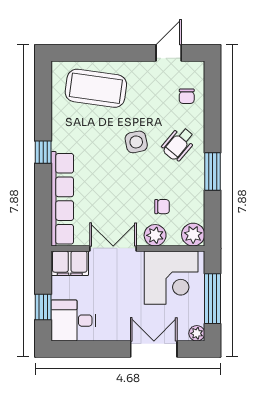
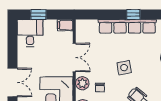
side table: (136, 142) -> (124, 68), moved
row of seats: (62, 199) -> (127, 26), moved
filing cabinet: (70, 263) -> (65, 25), width x0.50

